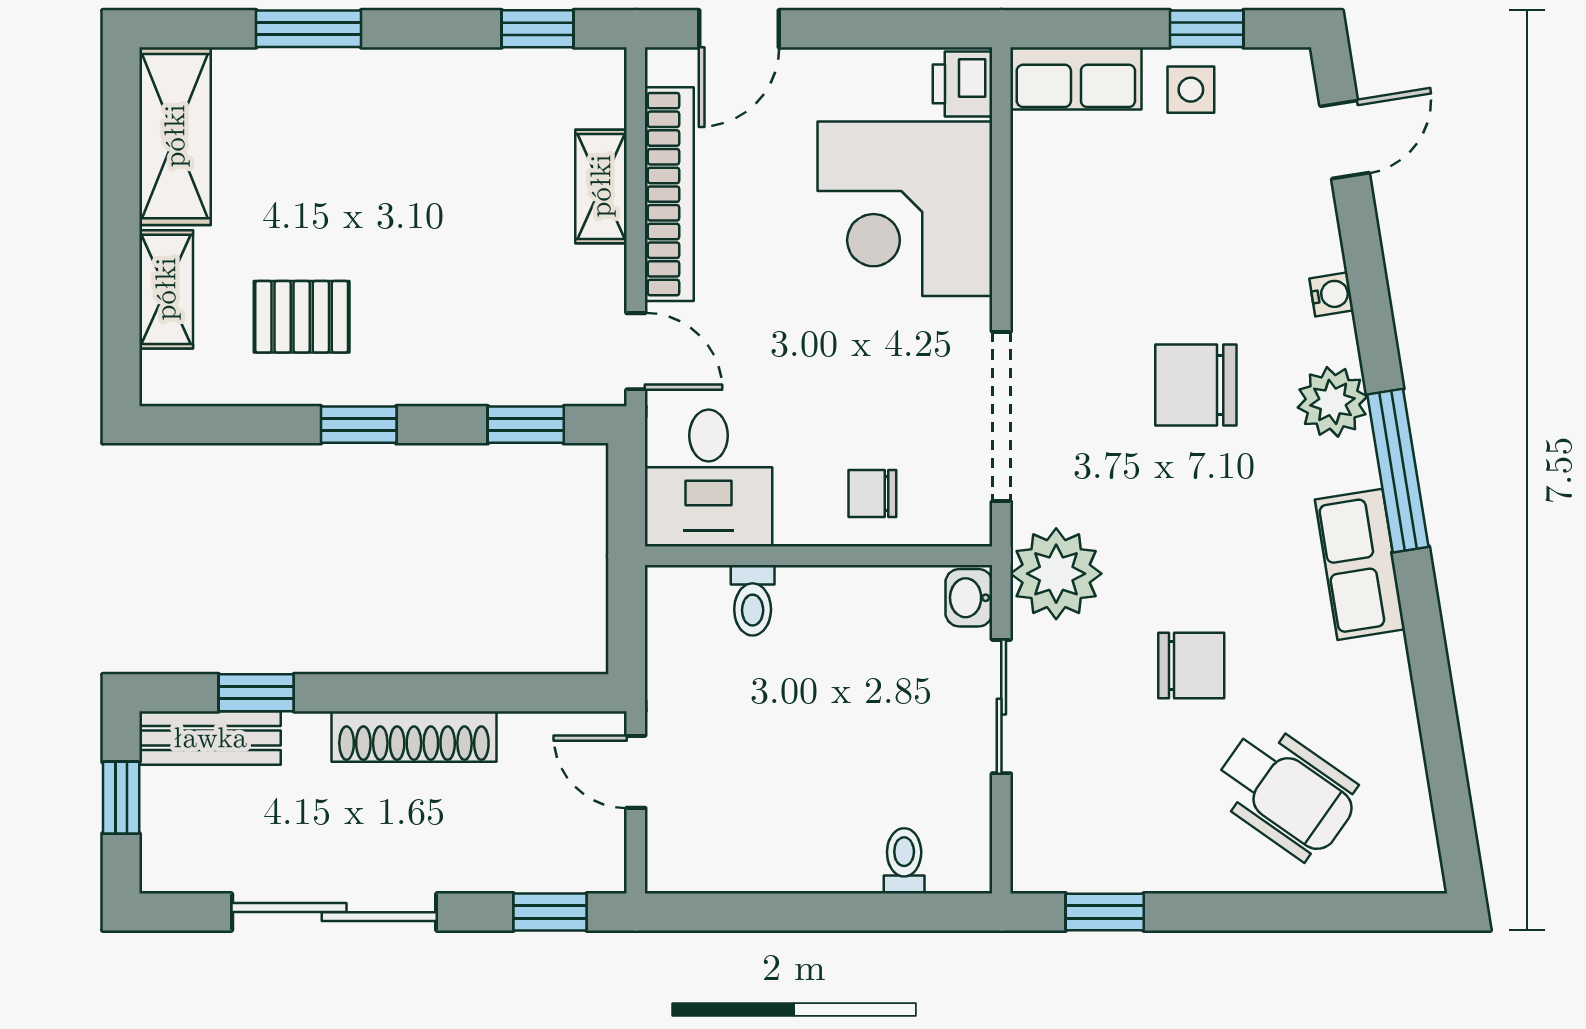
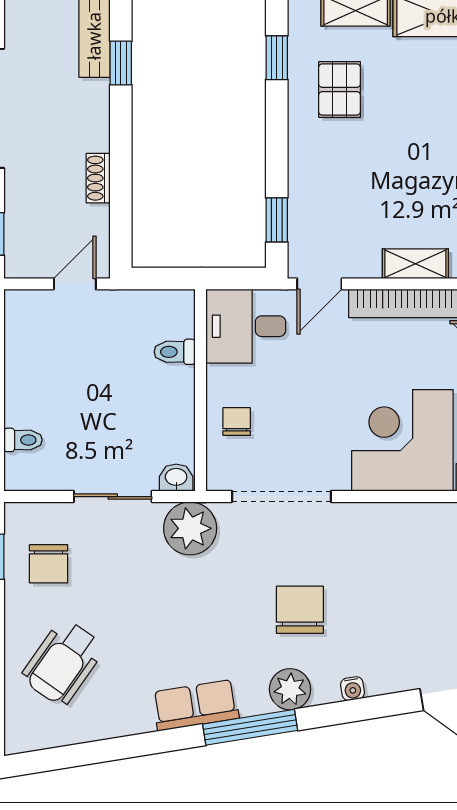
window: (359, 425) -> (277, 58), moved
chair: (1191, 666) -> (49, 564), moved
shoe rack: (414, 736) -> (98, 178), width x0.51, depth x0.81

